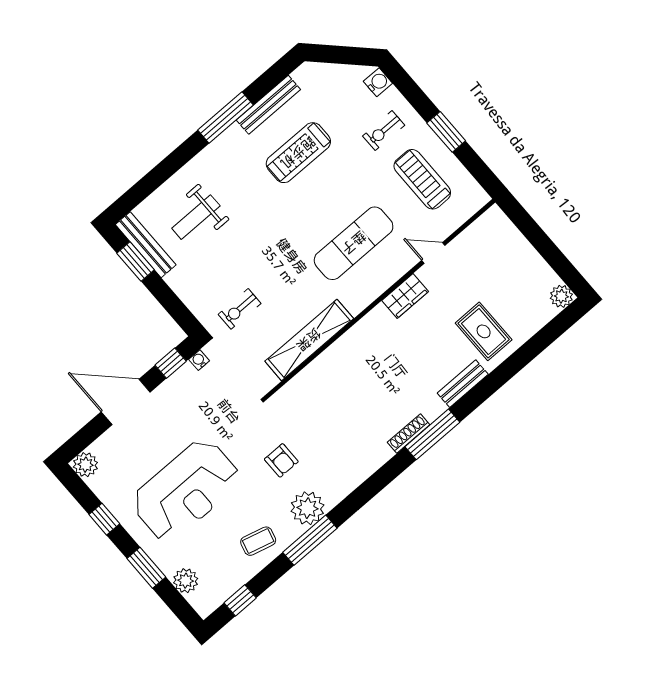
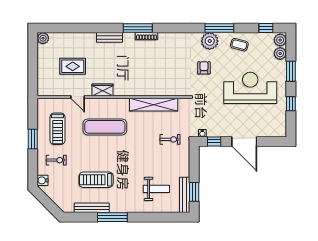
treadmill: (298, 153) -> (96, 180), turned 180
rug: (484, 331) -> (73, 66), moved, turned 90
plant: (85, 465) -> (280, 40), moved

